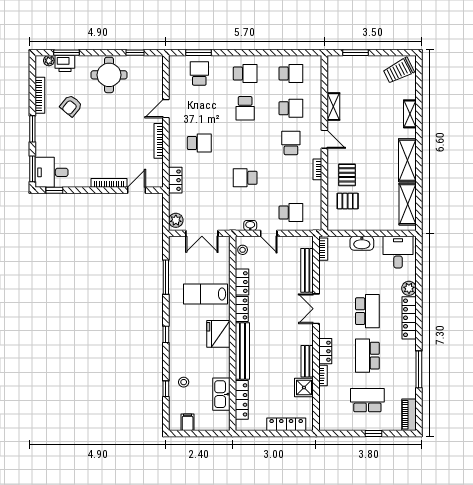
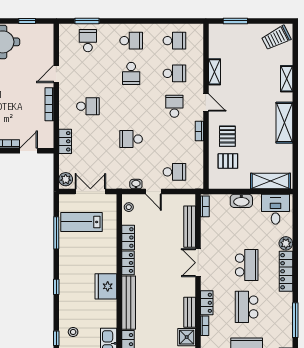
shelving: (408, 204) -> (271, 181), moved, turned 90
double door: (202, 233) -> (90, 192), swing flipped
lab bench: (205, 294) -> (81, 222), moved

